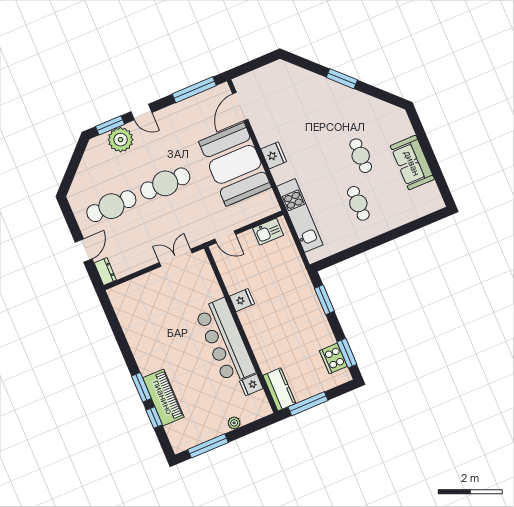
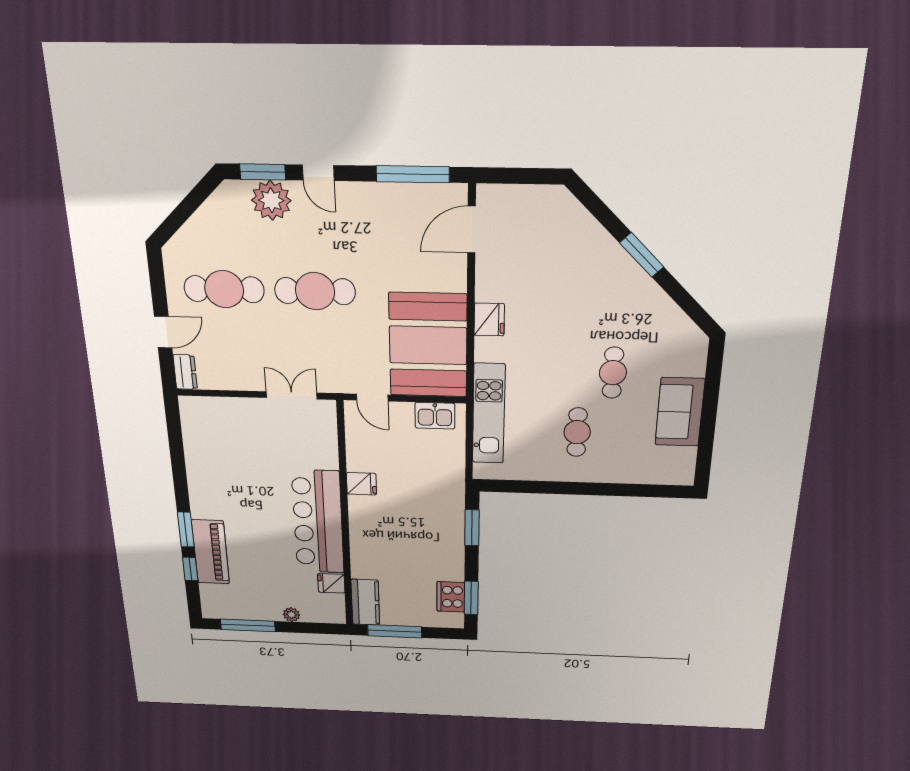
booth: (235, 164) -> (428, 345), moved

